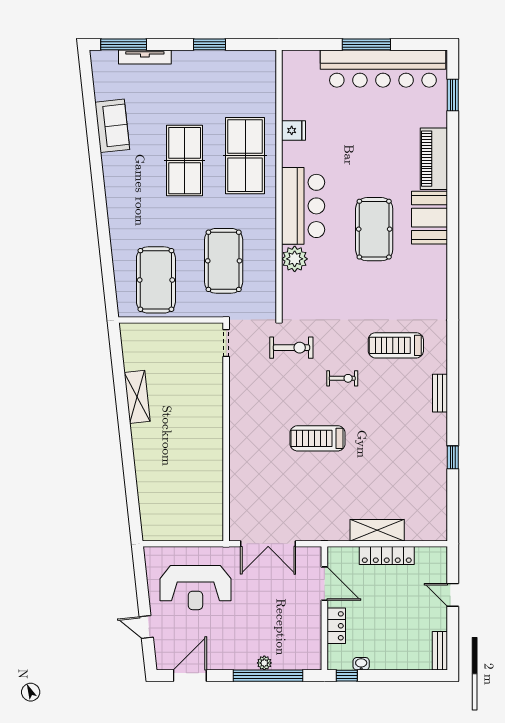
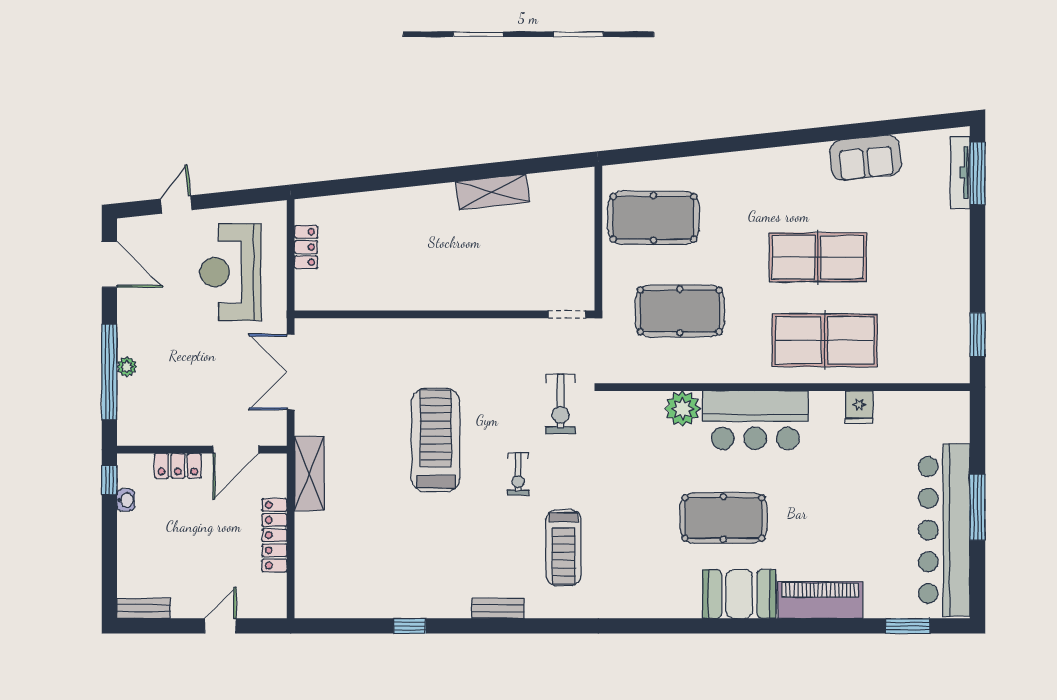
window: (209, 44) -> (977, 335), moved
tv unit: (145, 57) -> (960, 172), moved
treadmill: (396, 345) -> (564, 548), turned 180
treadmill: (318, 438) -> (436, 440), width x1.37, depth x1.38
shelving: (377, 530) -> (309, 473), moved
locker: (177, 533) -> (306, 247), added

